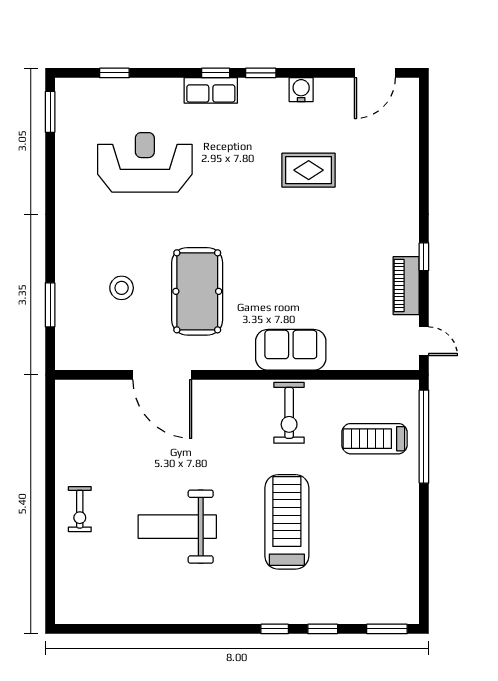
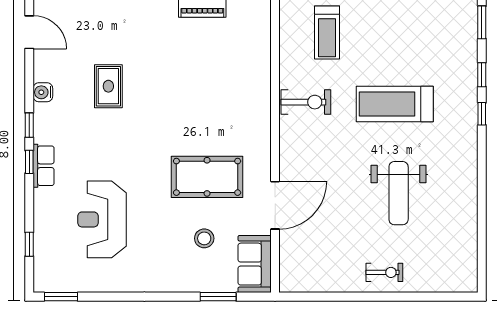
sofa: (291, 350) -> (255, 264), moved

